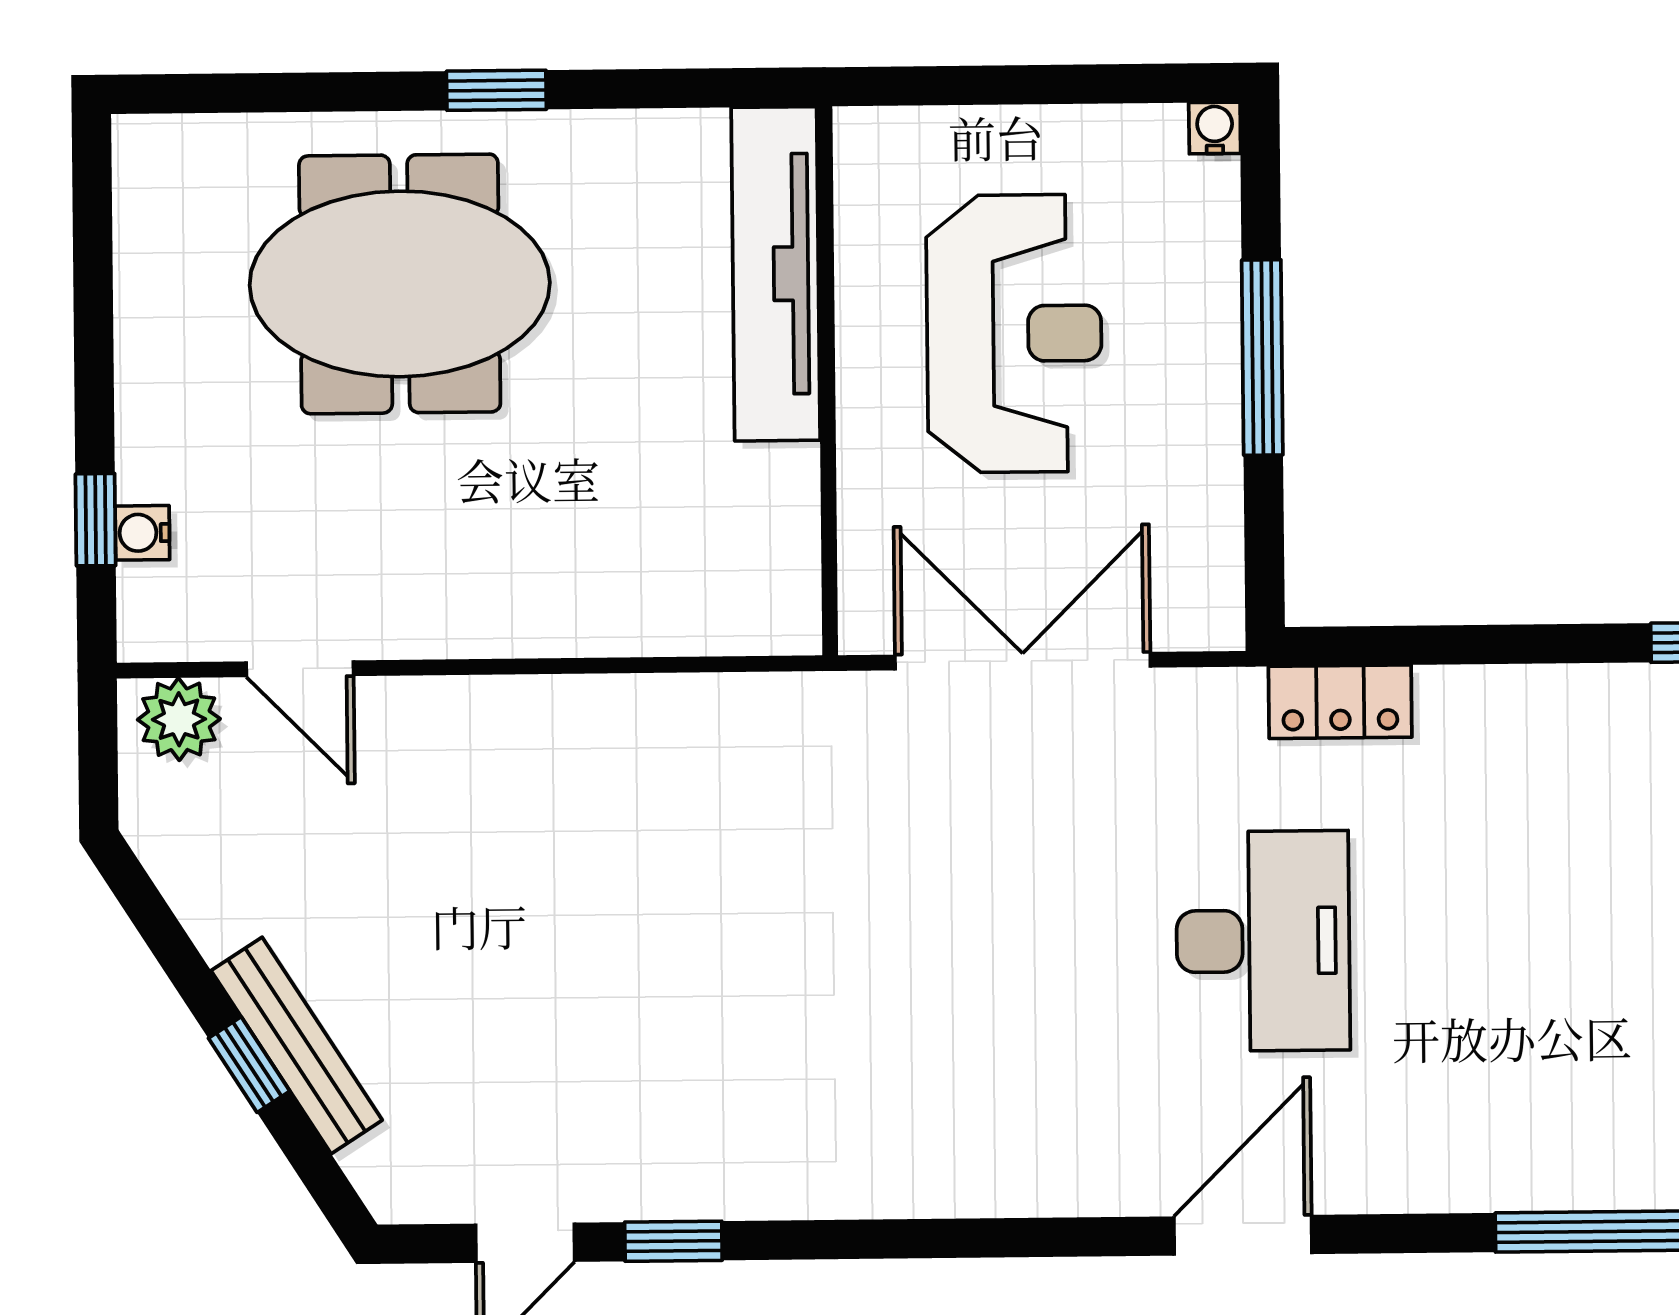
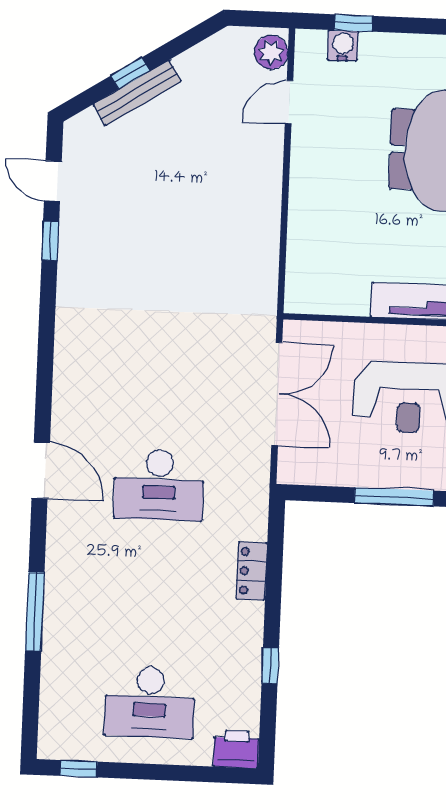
water cooler: (142, 533) -> (343, 46), width x1.38, depth x1.38
locker: (1340, 702) -> (252, 571), moved

